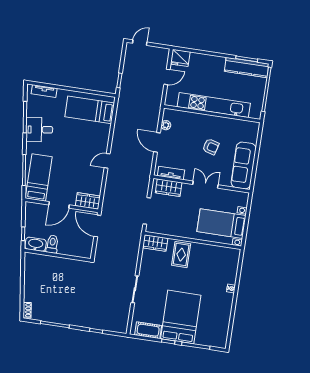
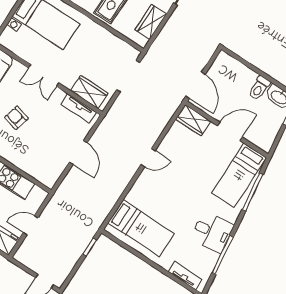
plant: (166, 125) -> (58, 168), removed
wardrobe: (155, 243) -> (151, 22), moved, turned -90

